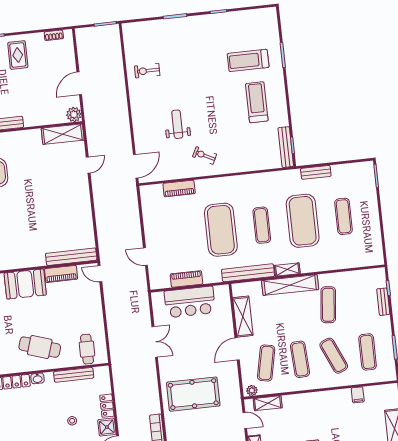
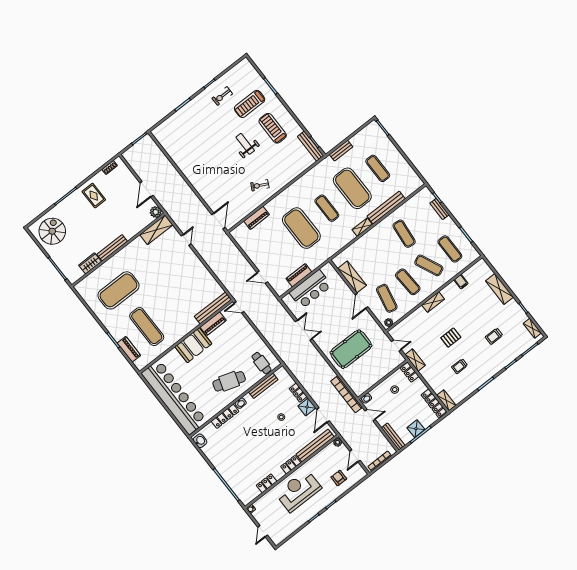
exercise bike: (147, 71) -> (222, 96), moved
weight bench: (177, 124) -> (245, 144), moved
bench: (248, 273) -> (386, 208), moved
shelving: (290, 285) -> (370, 236), removed
shelving: (268, 403) -> (433, 302), moved

